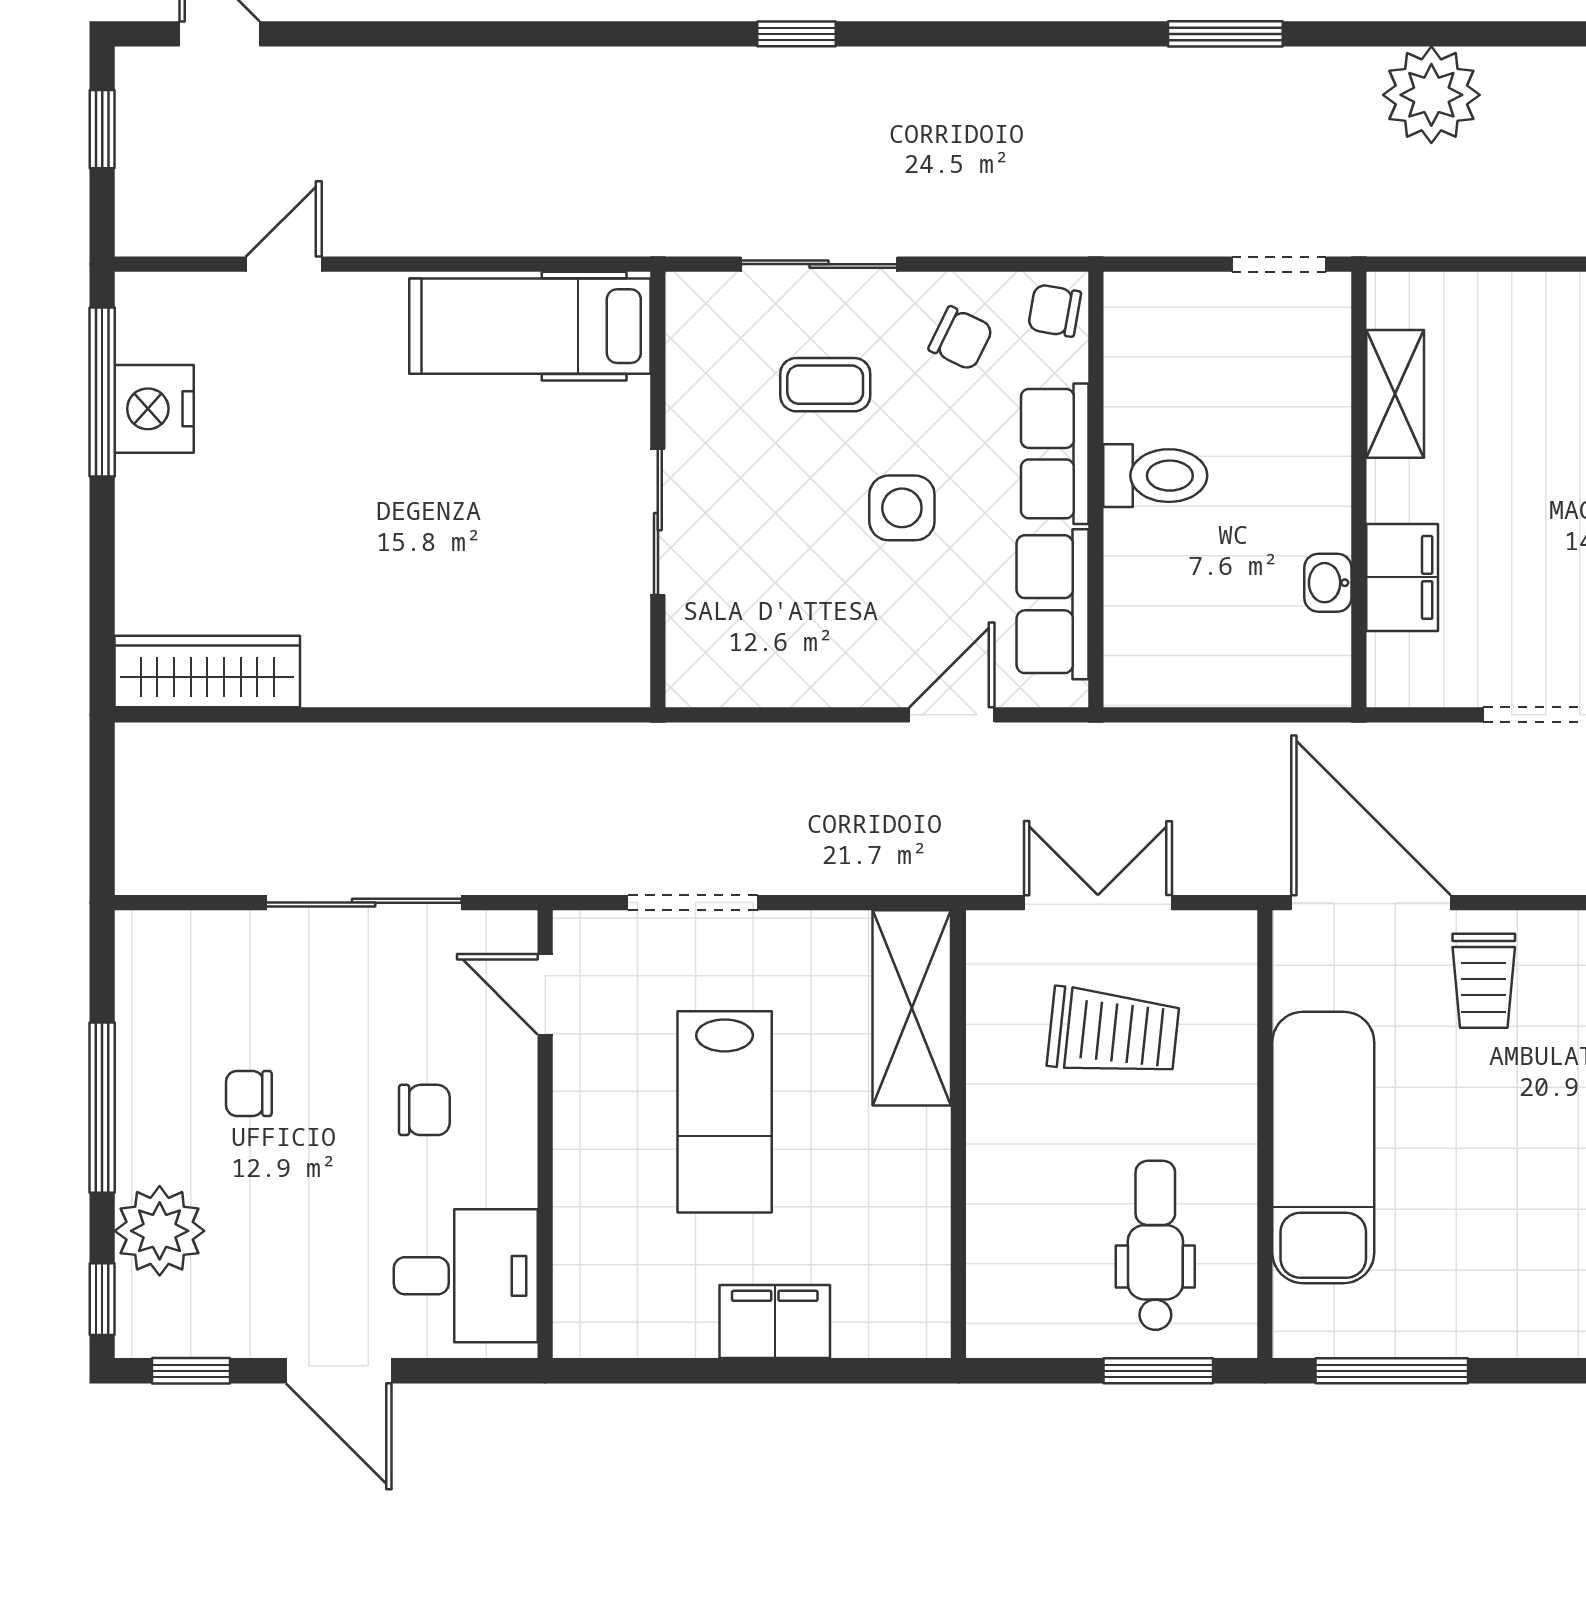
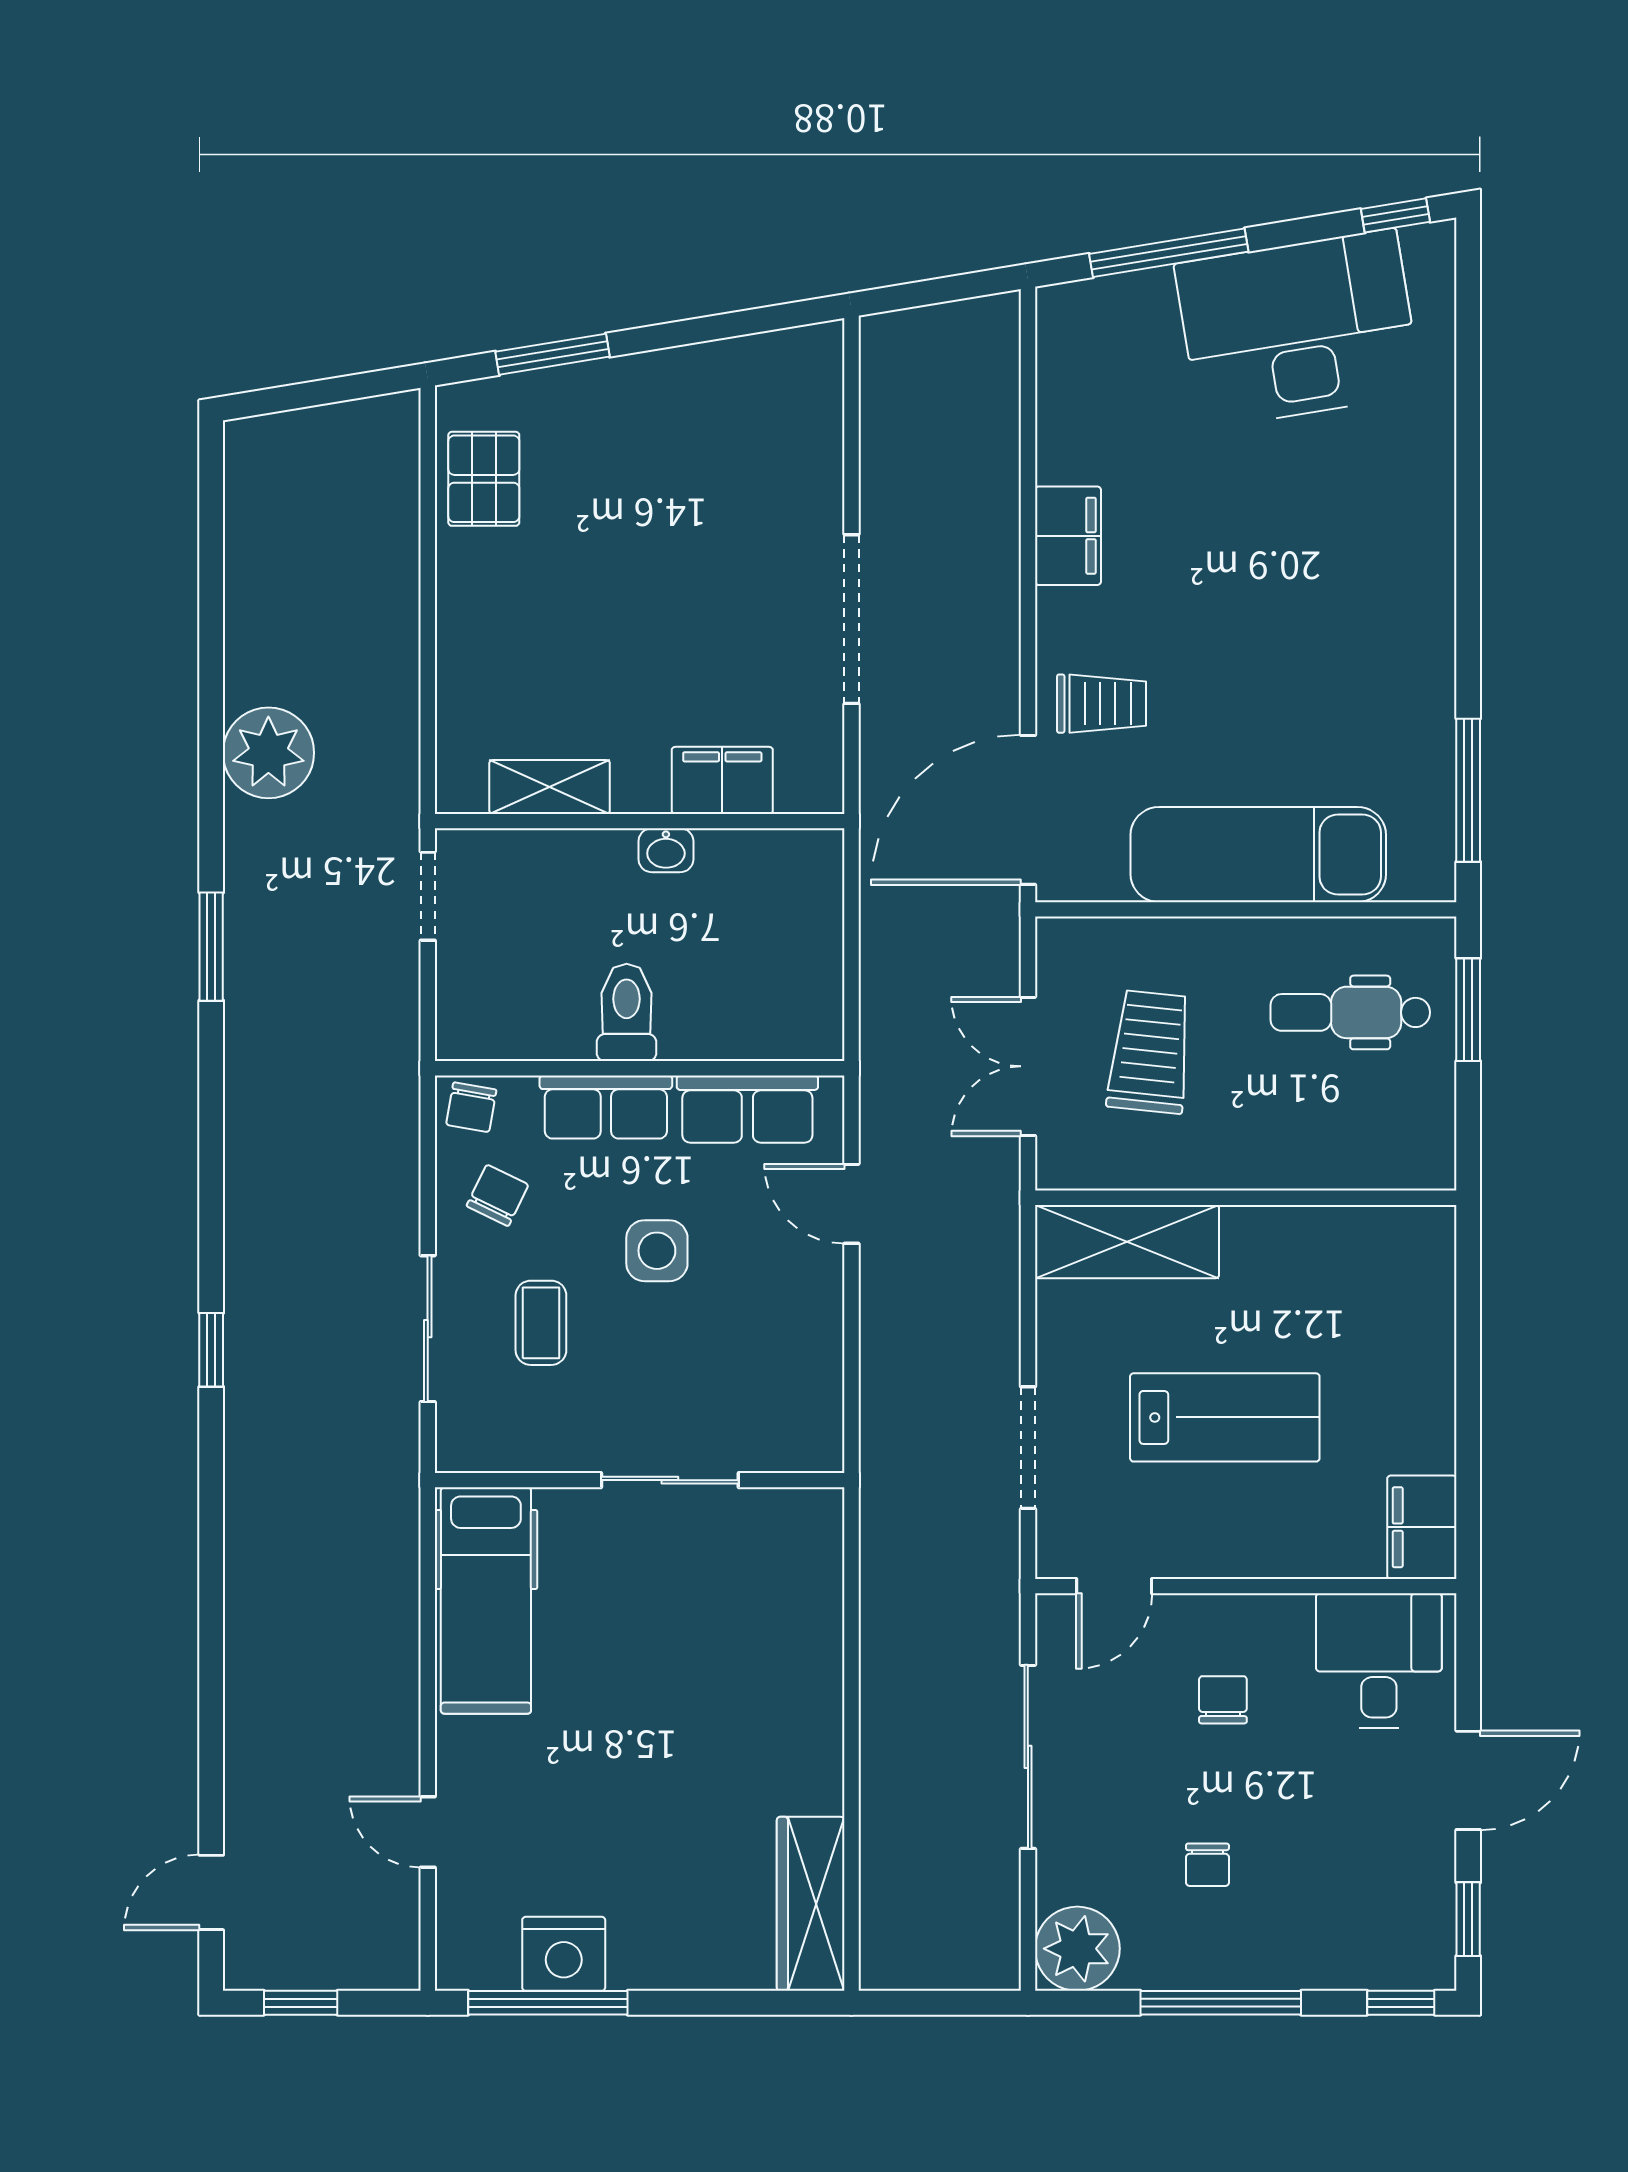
washbasin: (1328, 583) -> (666, 850), moved
plant: (160, 1231) -> (1077, 1949), moved
filing cabinet: (775, 1322) -> (1422, 1527), moved

